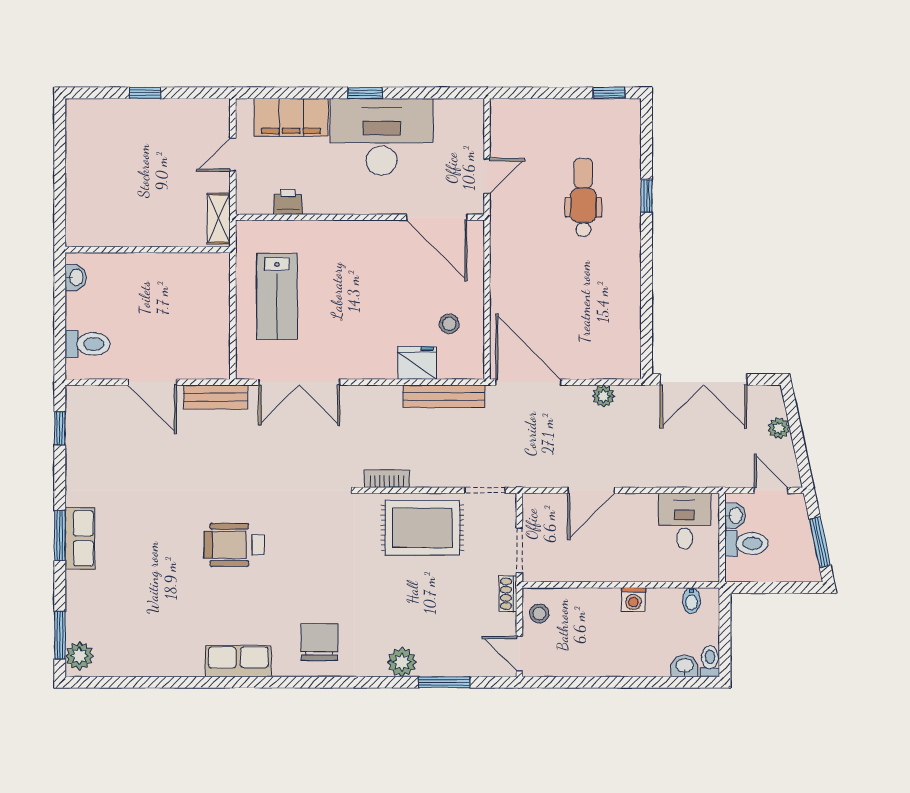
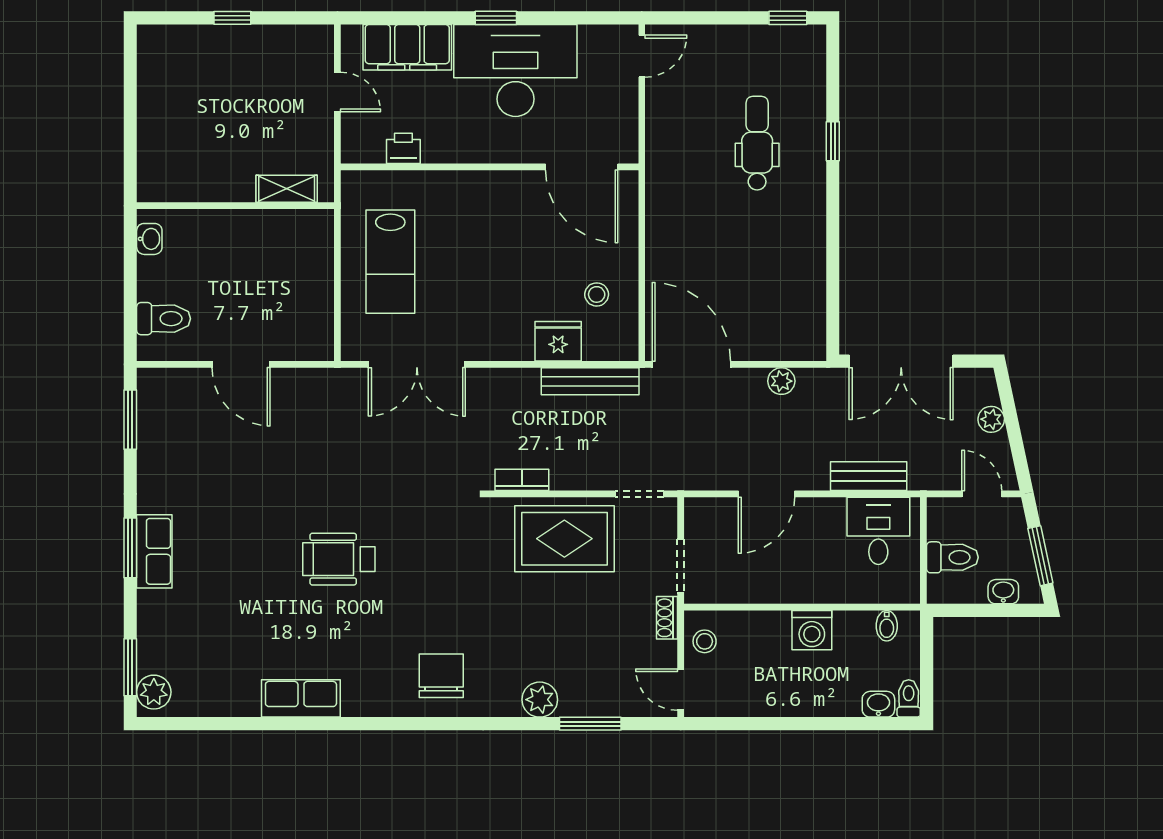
door: (233, 155) -> (337, 92), swing flipped
door: (487, 176) -> (642, 56), moved
shelving: (219, 219) -> (287, 189), moved, turned 90
bench: (215, 397) -> (869, 476), moved
window: (60, 428) -> (130, 420), width x1.50
washbasin: (735, 516) -> (1003, 592), moved, turned -90
washing machine: (633, 600) -> (812, 630), width x1.38, depth x1.38
row of seats: (238, 661) -> (301, 698), moved

